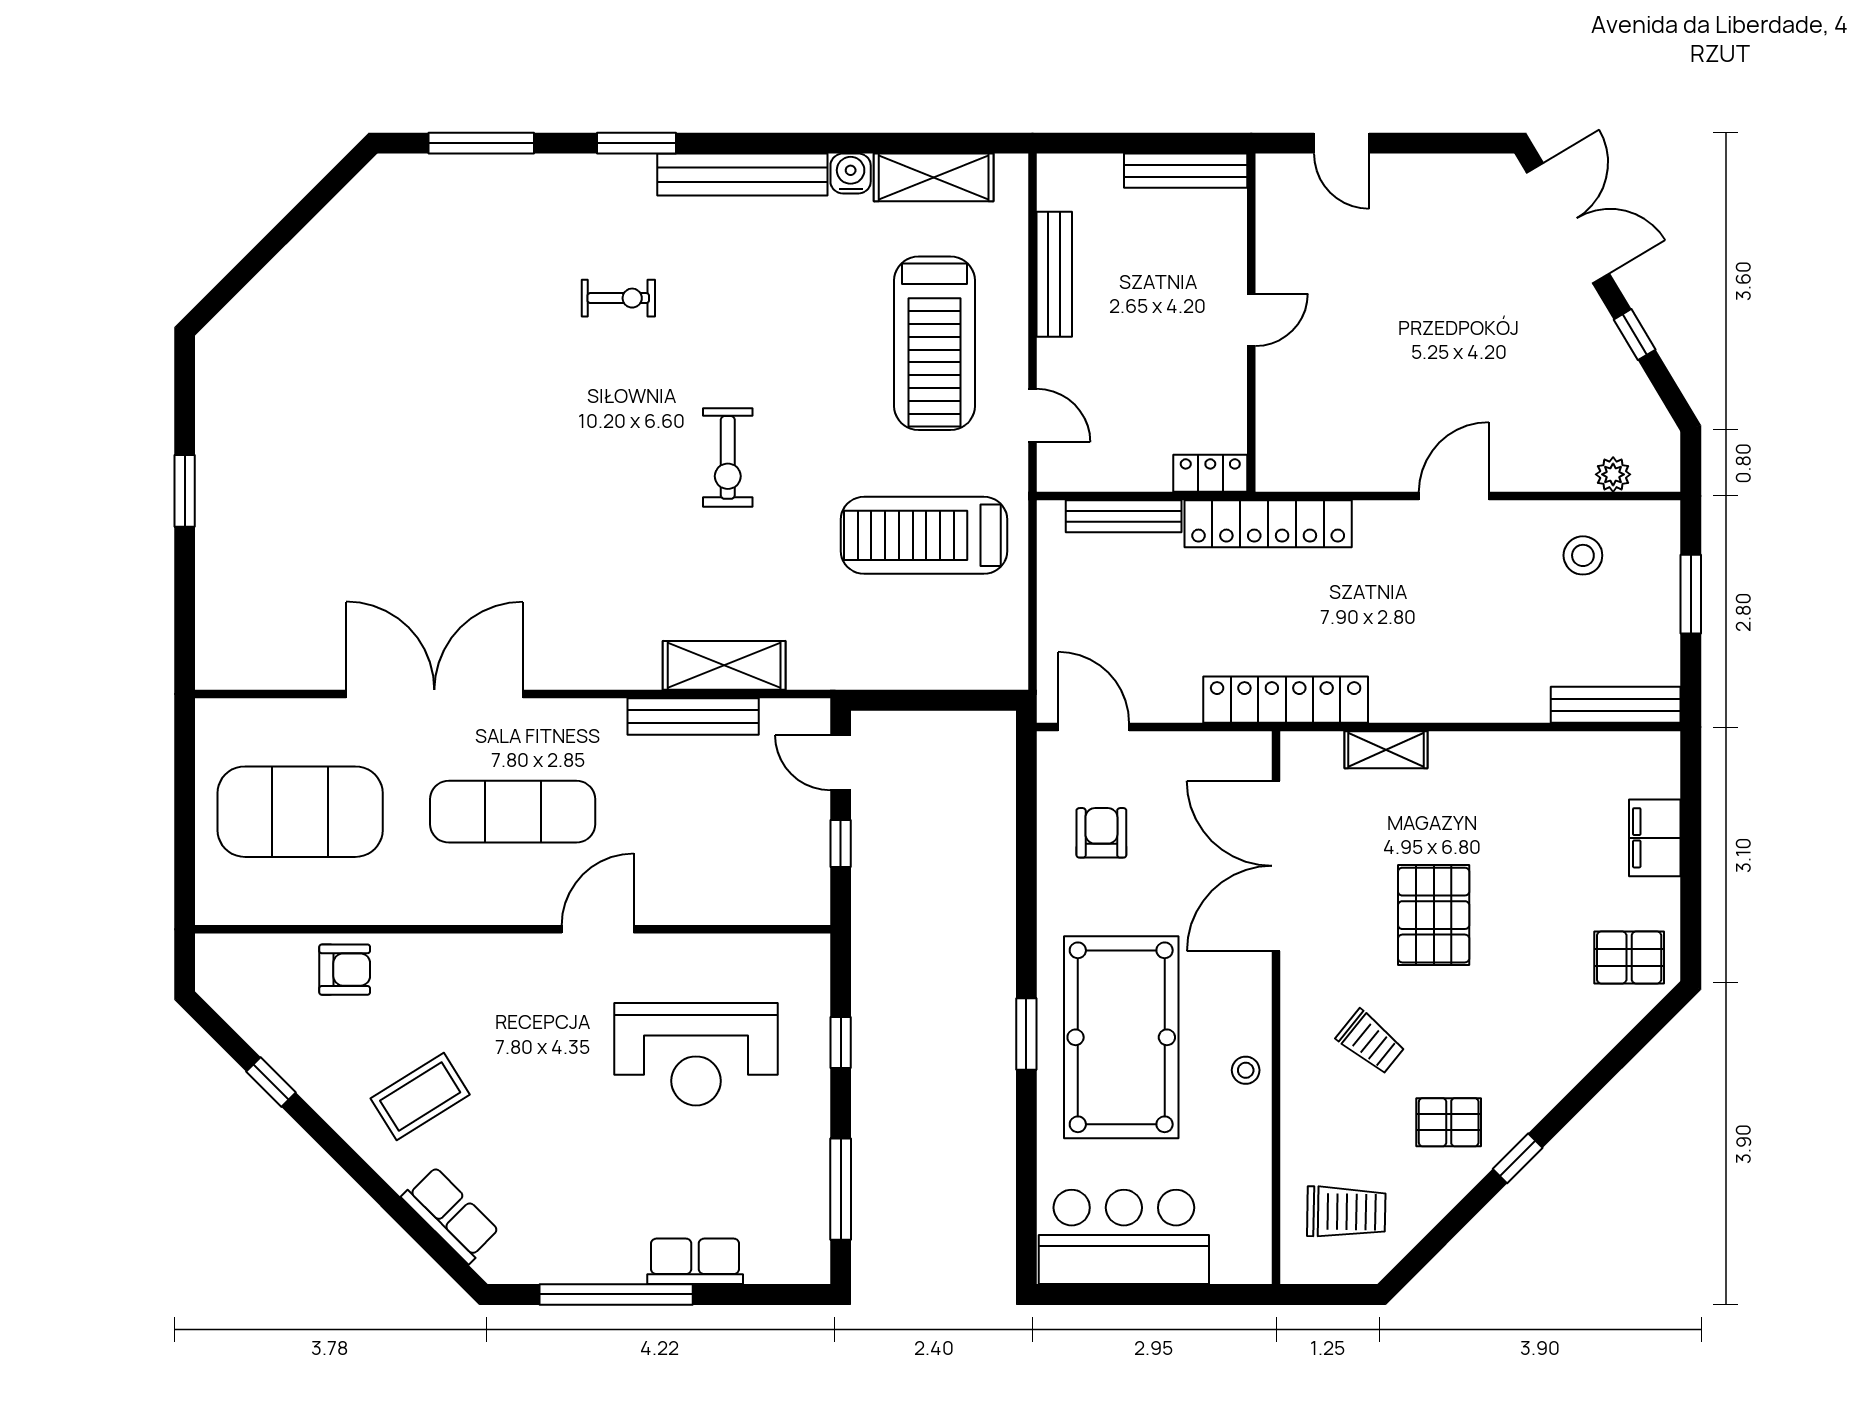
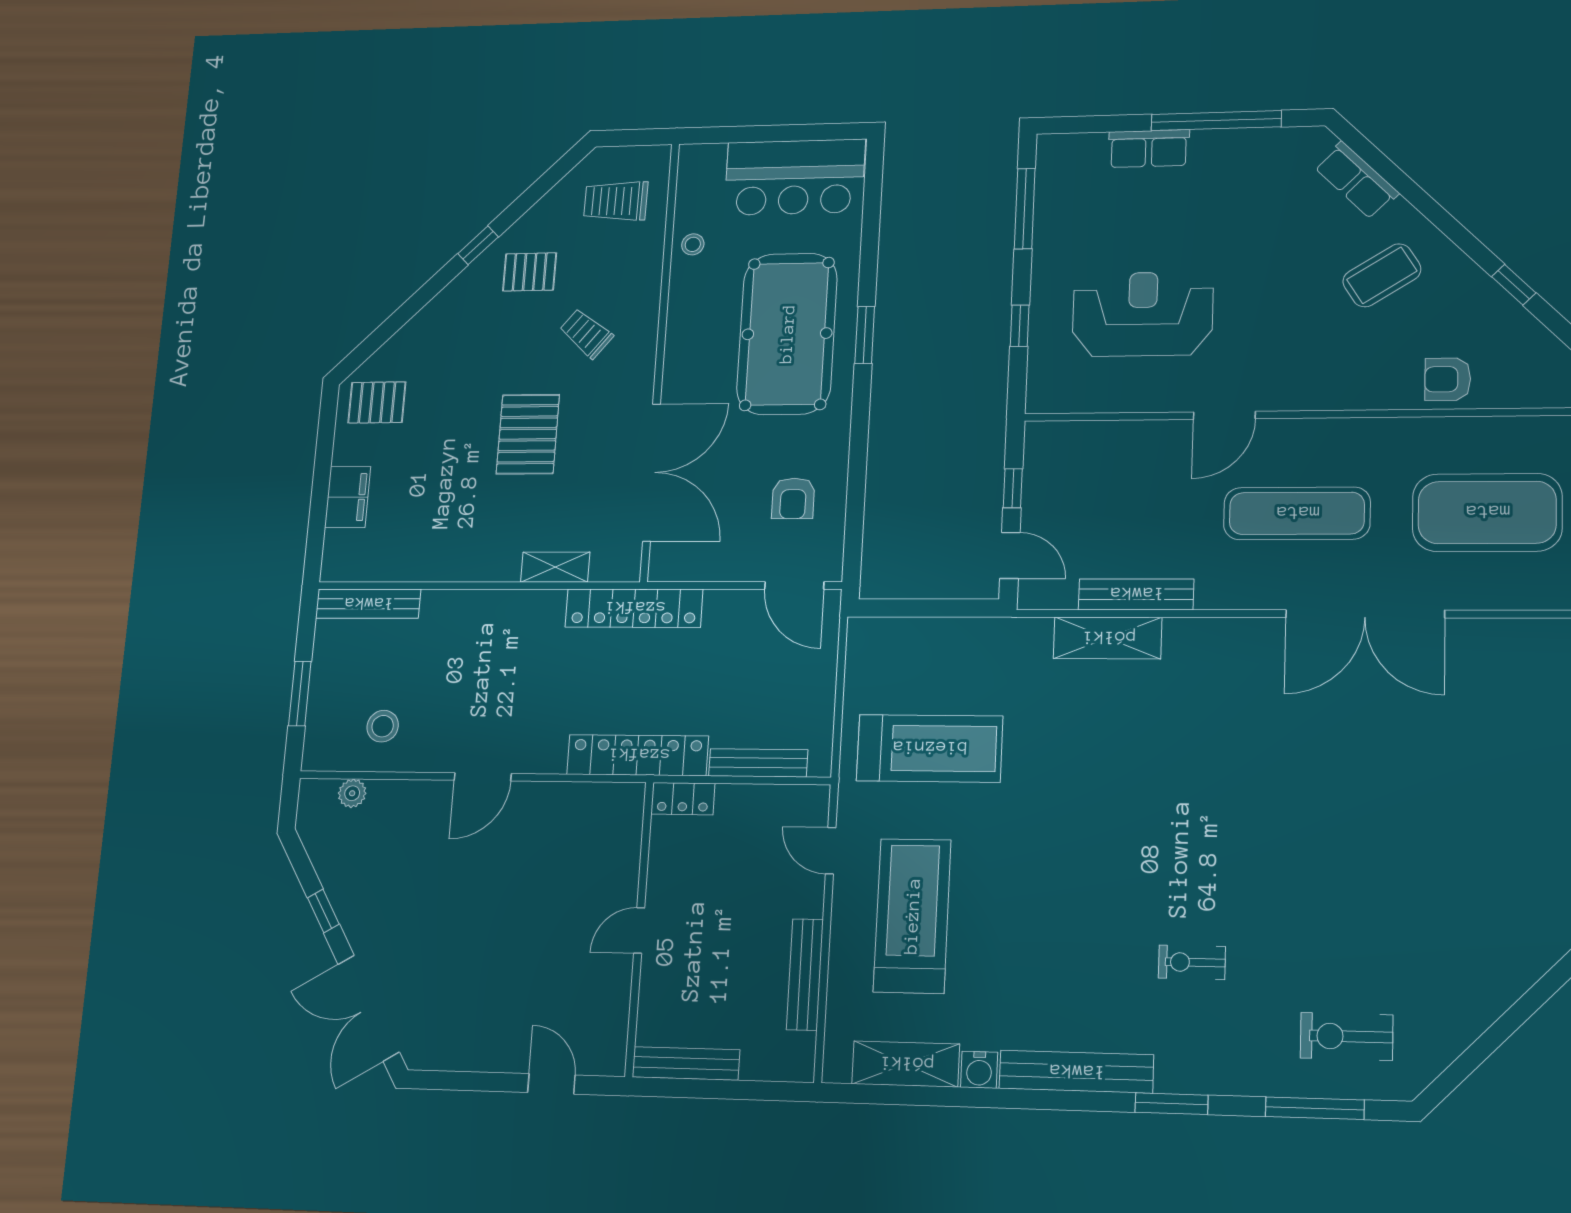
exercise bike: (728, 457) -> (1347, 1036), moved, turned -90
stool: (1246, 1070) -> (693, 244), moved

